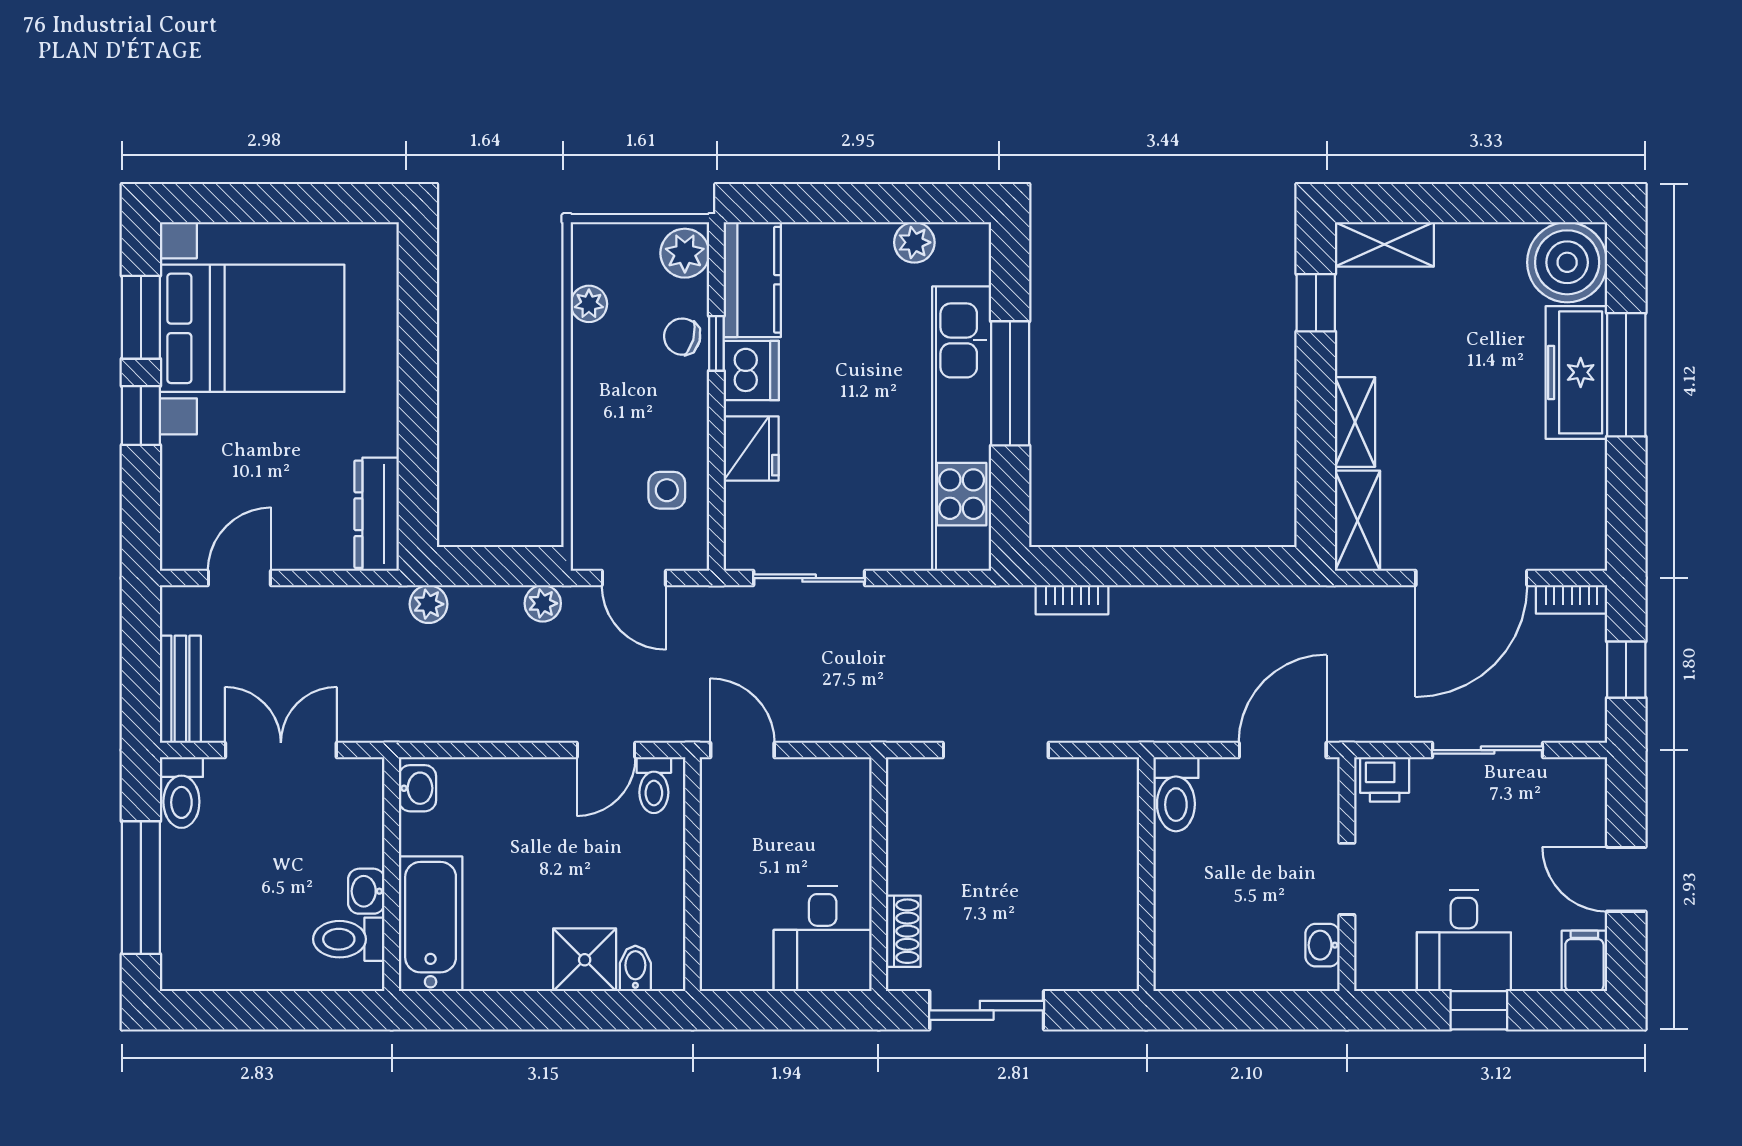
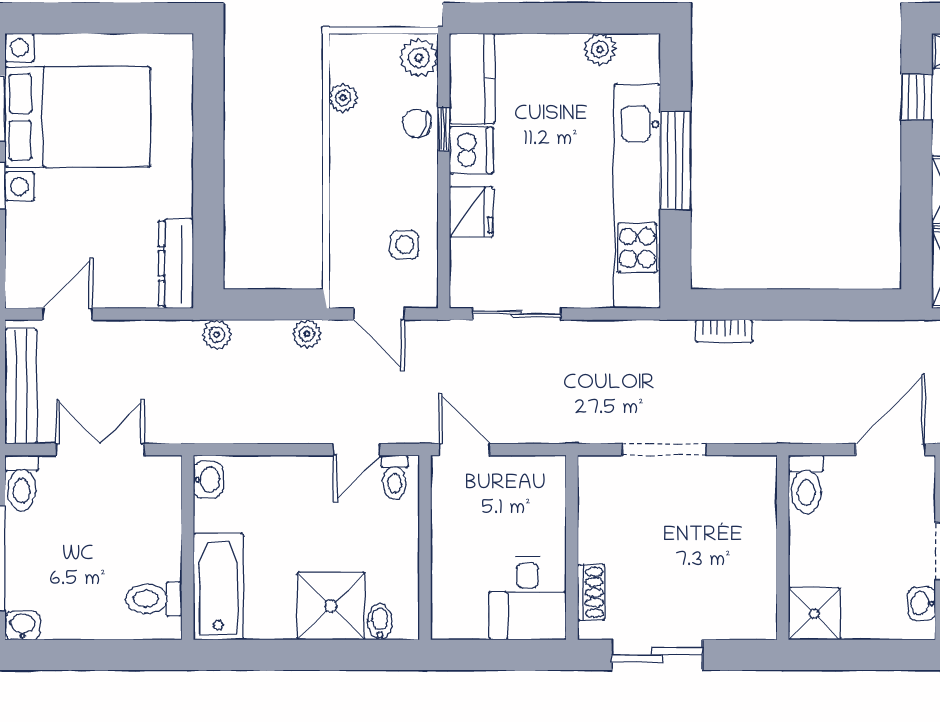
bench: (180, 689) -> (21, 386), width x1.36
washbasin: (366, 891) -> (23, 625), moved, turned 90
shower: (1186, 958) -> (814, 614), added
shower: (585, 960) -> (331, 606), width x1.36, depth x1.36

